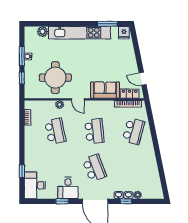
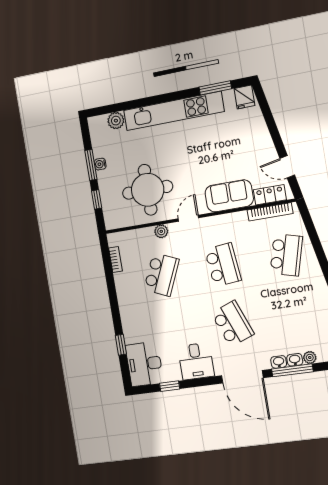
door: (78, 99) -> (188, 218), swing flipped
school desk: (55, 131) -> (161, 274), turned 36
window: (62, 201) -> (170, 386), moved
window: (126, 201) -> (292, 370), width x2.17

